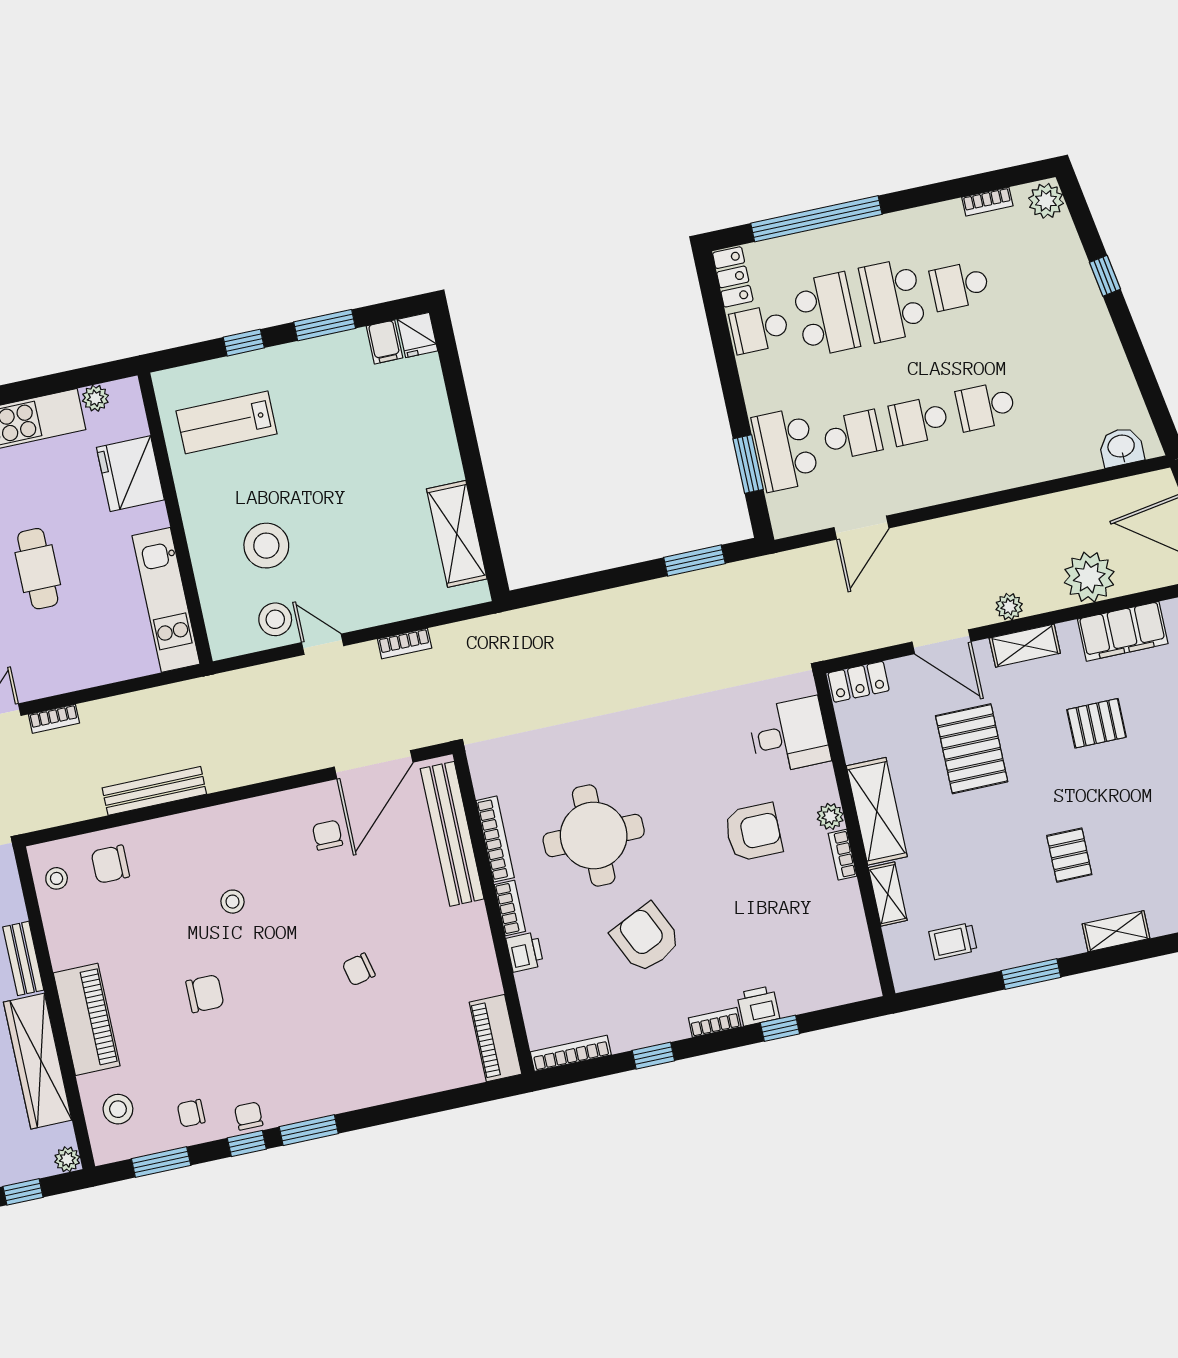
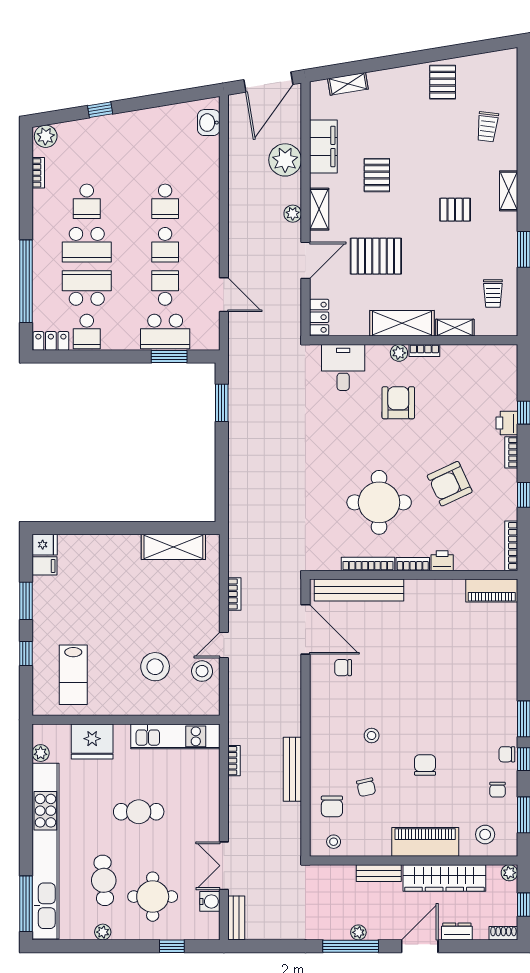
bookcase: (54, 719) -> (234, 761), moved
chair: (359, 969) -> (366, 787), moved

